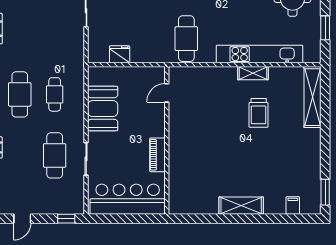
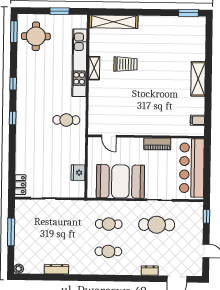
cafe table: (186, 39) -> (66, 120), width x0.73, depth x0.74
cafe table: (20, 94) -> (108, 251), width x0.73, depth x0.74
booth: (103, 109) -> (120, 181), width x1.36, depth x1.42
filing cabinet: (293, 206) -> (197, 120), moved

